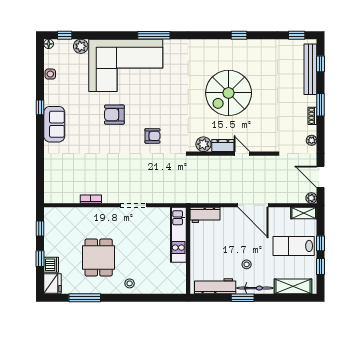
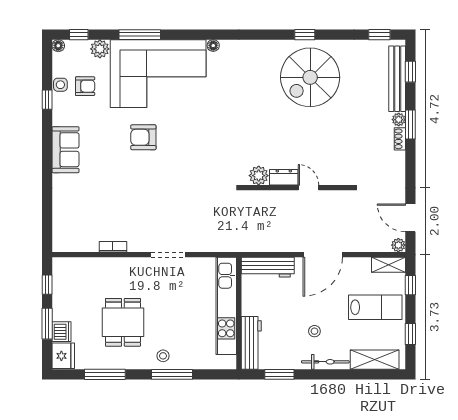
window: (154, 35) -> (140, 35), moved
floor lamp: (168, 44) -> (213, 46), added
spiral stairs: (229, 93) -> (310, 77), moved
window: (40, 107) -> (47, 100), moved
armchair: (152, 136) -> (85, 86), moved
plant: (312, 140) -> (399, 120), moved
door: (253, 205) -> (323, 255), hinge flipped
workbench: (205, 215) -> (268, 267), width x1.38
kitchen unit: (178, 235) -> (226, 306), width x1.36
window: (321, 243) -> (410, 285), moved
lab bench: (294, 246) -> (375, 307), turned 180
window: (40, 259) -> (47, 324), width x1.50
workbench: (215, 286) -> (251, 343), moved, turned 90
window: (137, 298) -> (172, 374), added
window: (243, 298) -> (279, 374), moved

